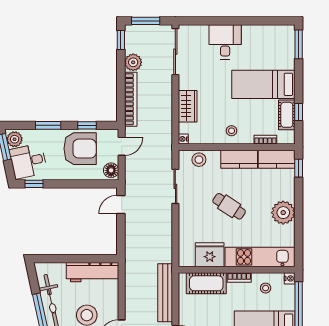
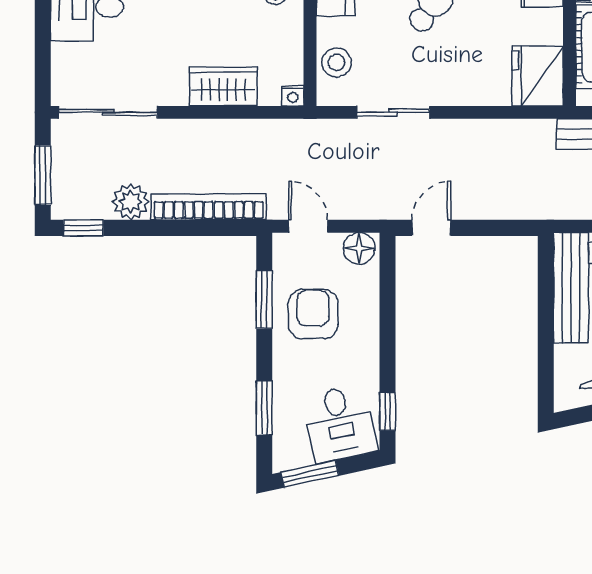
window: (48, 125) -> (264, 408), moved
window: (87, 125) -> (264, 300), width x1.50
plant: (15, 139) -> (293, 453), removed
armchair: (80, 149) -> (313, 314), width x0.73, depth x0.73
door: (121, 204) -> (431, 228), swing flipped
fridge: (210, 255) -> (538, 76), moved

